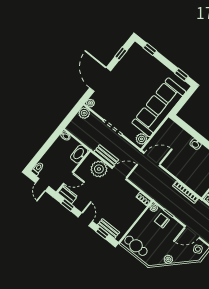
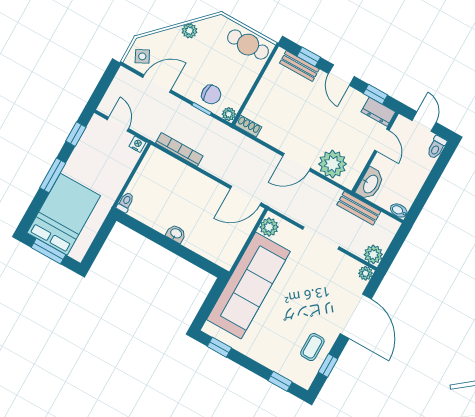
coffee table: (128, 66) -> (312, 347), added
bench: (106, 156) -> (359, 208), moved
door: (68, 178) -> (382, 140), swing flipped

